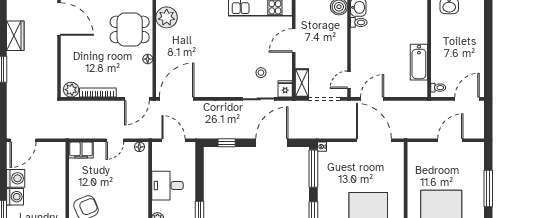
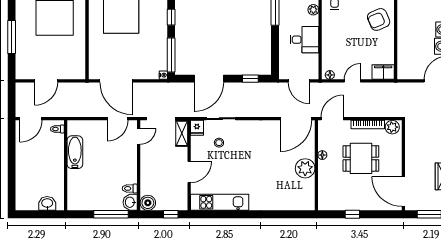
plant: (167, 17) -> (305, 168), moved
dining table: (130, 29) -> (361, 158), moved

